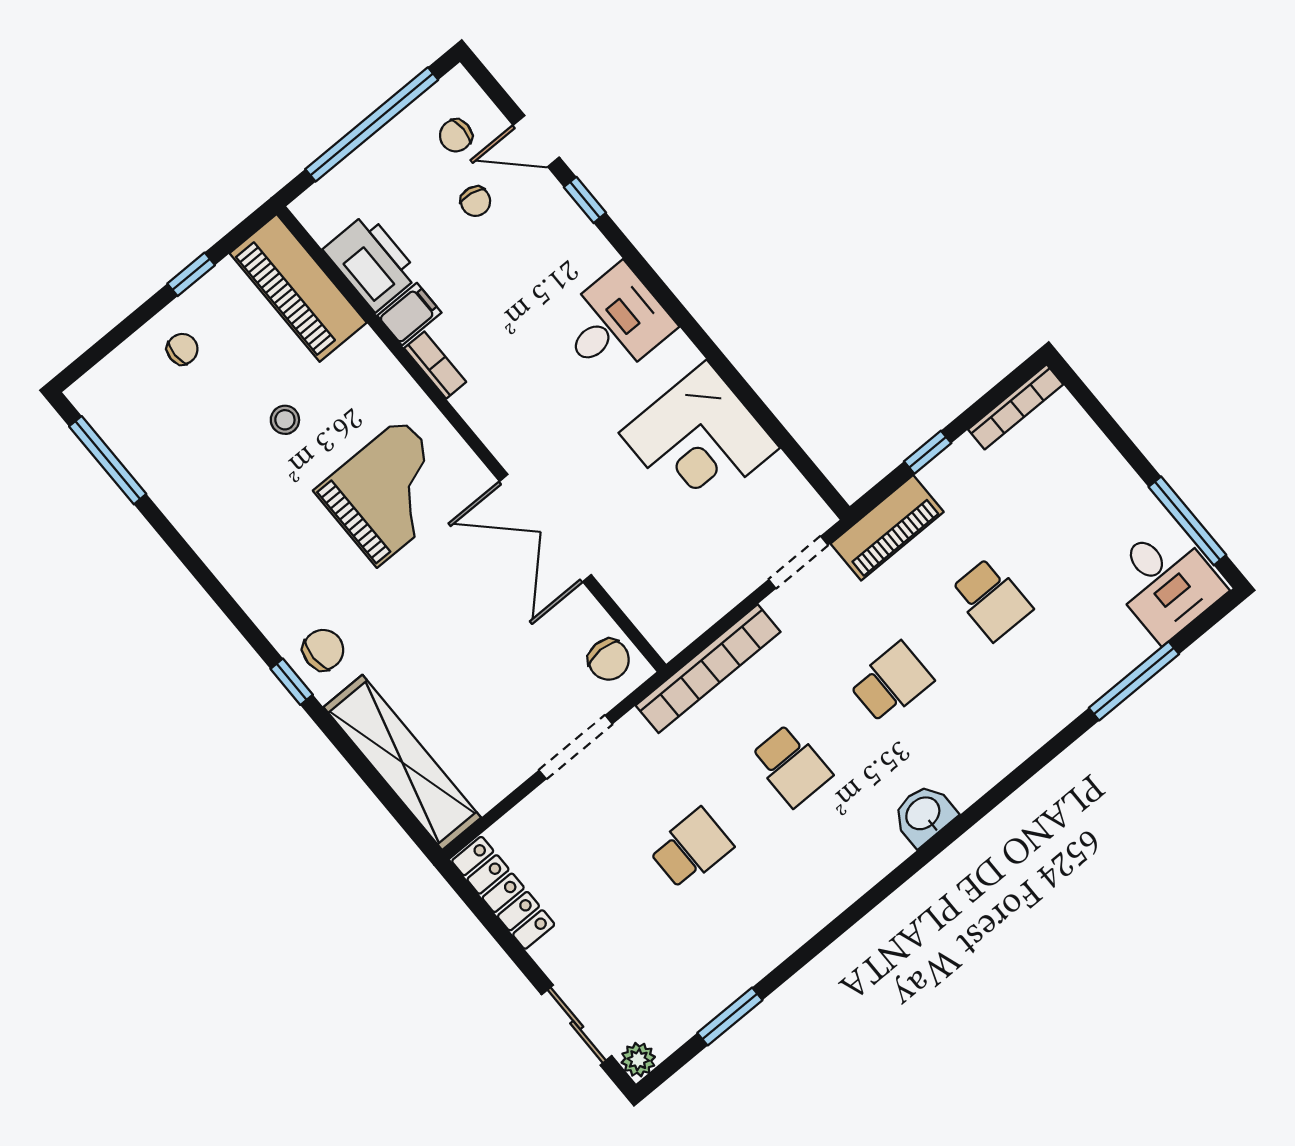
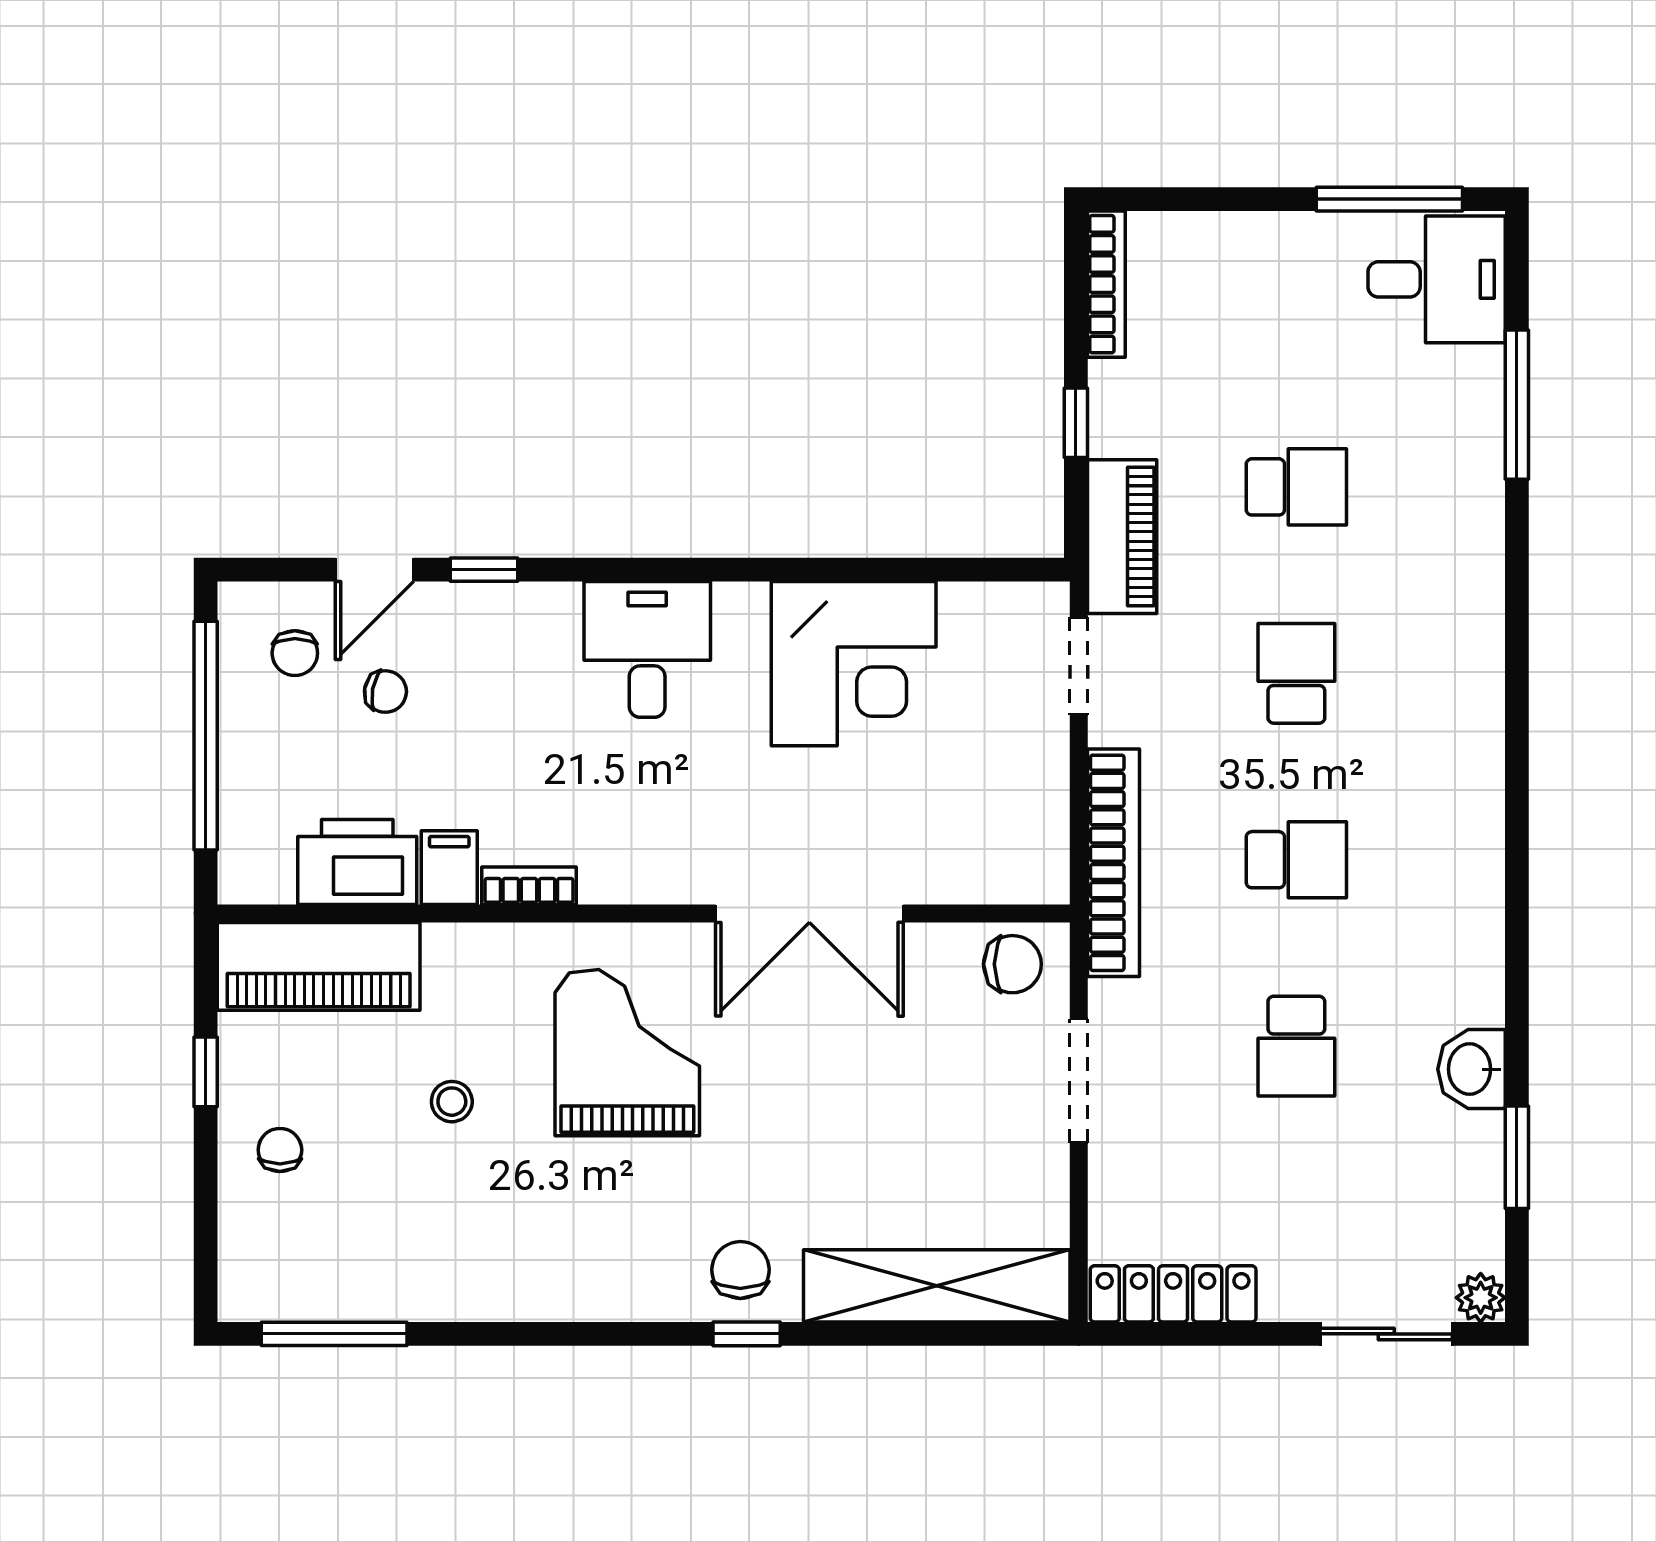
washbasin: (924, 814) -> (1472, 1069), moved
school desk: (691, 849) -> (1296, 1046), turned 180

